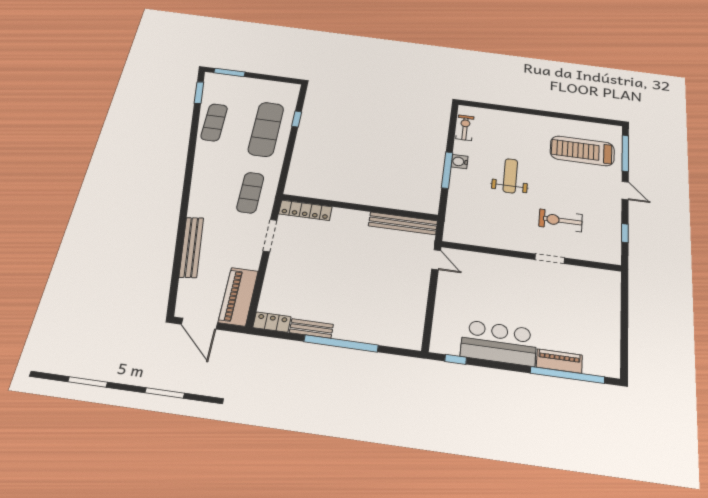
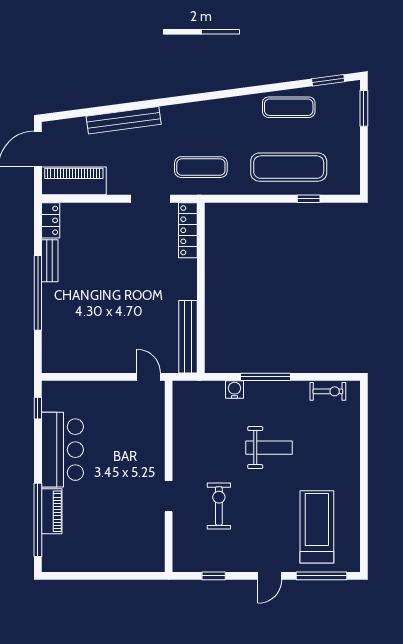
water cooler: (460, 162) -> (235, 390), moved
door: (436, 260) -> (149, 377), swing flipped

